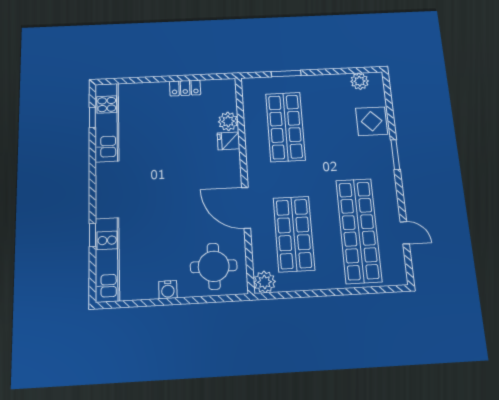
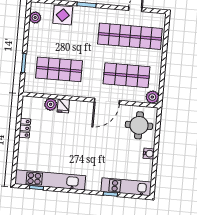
kitchen unit: (107, 122) -> (50, 180), width x1.36

